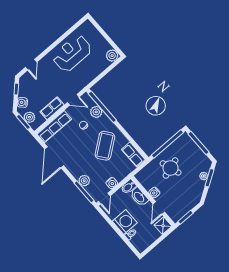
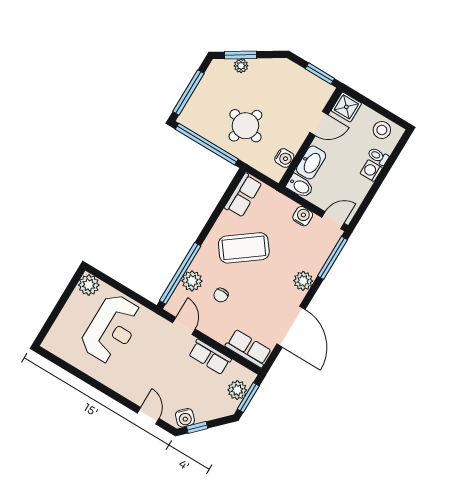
reception desk: (72, 53) -> (112, 329), moved, turned -90
door: (31, 65) -> (148, 416), hinge flipped
water cooler: (22, 102) -> (185, 418), moved
row of seats: (54, 127) -> (248, 348), width x0.68
door: (54, 157) -> (291, 327), hinge flipped
round table: (171, 168) -> (245, 126), turned 34
plant: (84, 181) -> (303, 281), moved
water cooler: (154, 193) -> (284, 158), moved
washing machine: (125, 222) -> (371, 171), width x0.53, depth x0.53
stool: (144, 241) -> (382, 130), added

